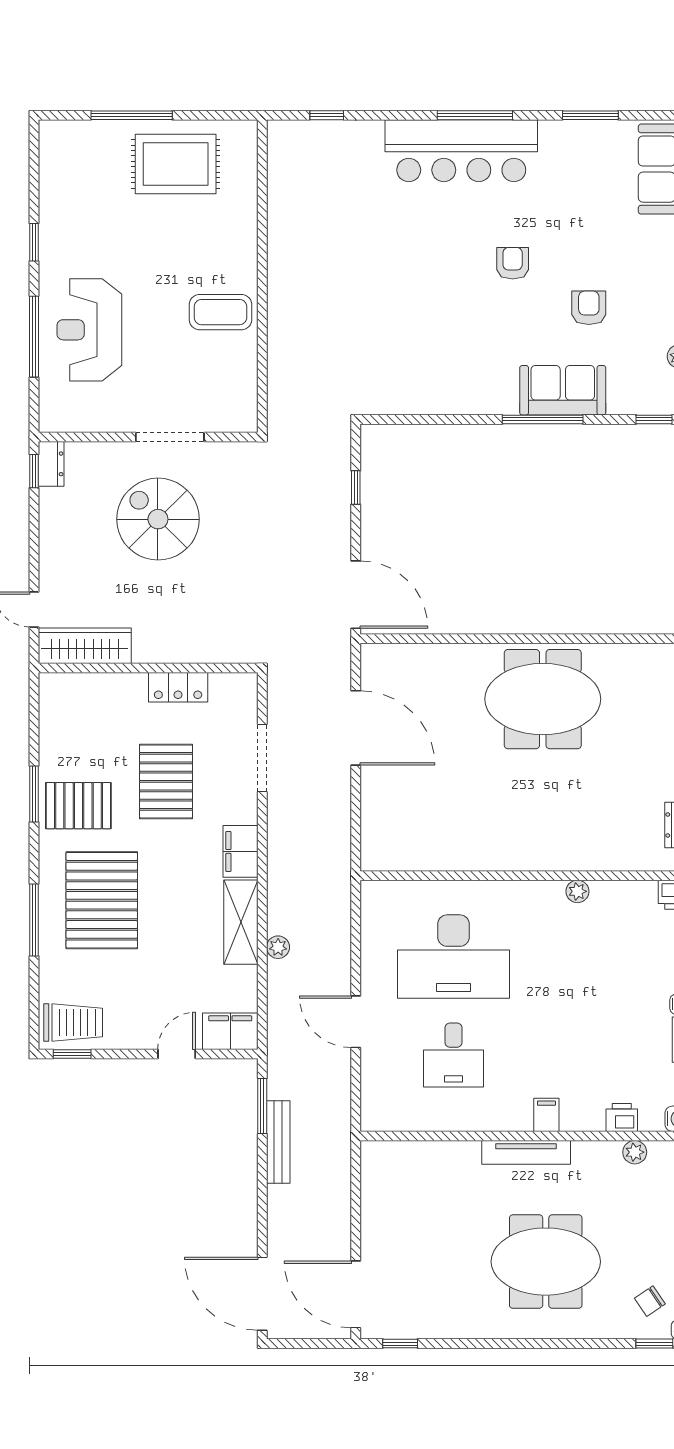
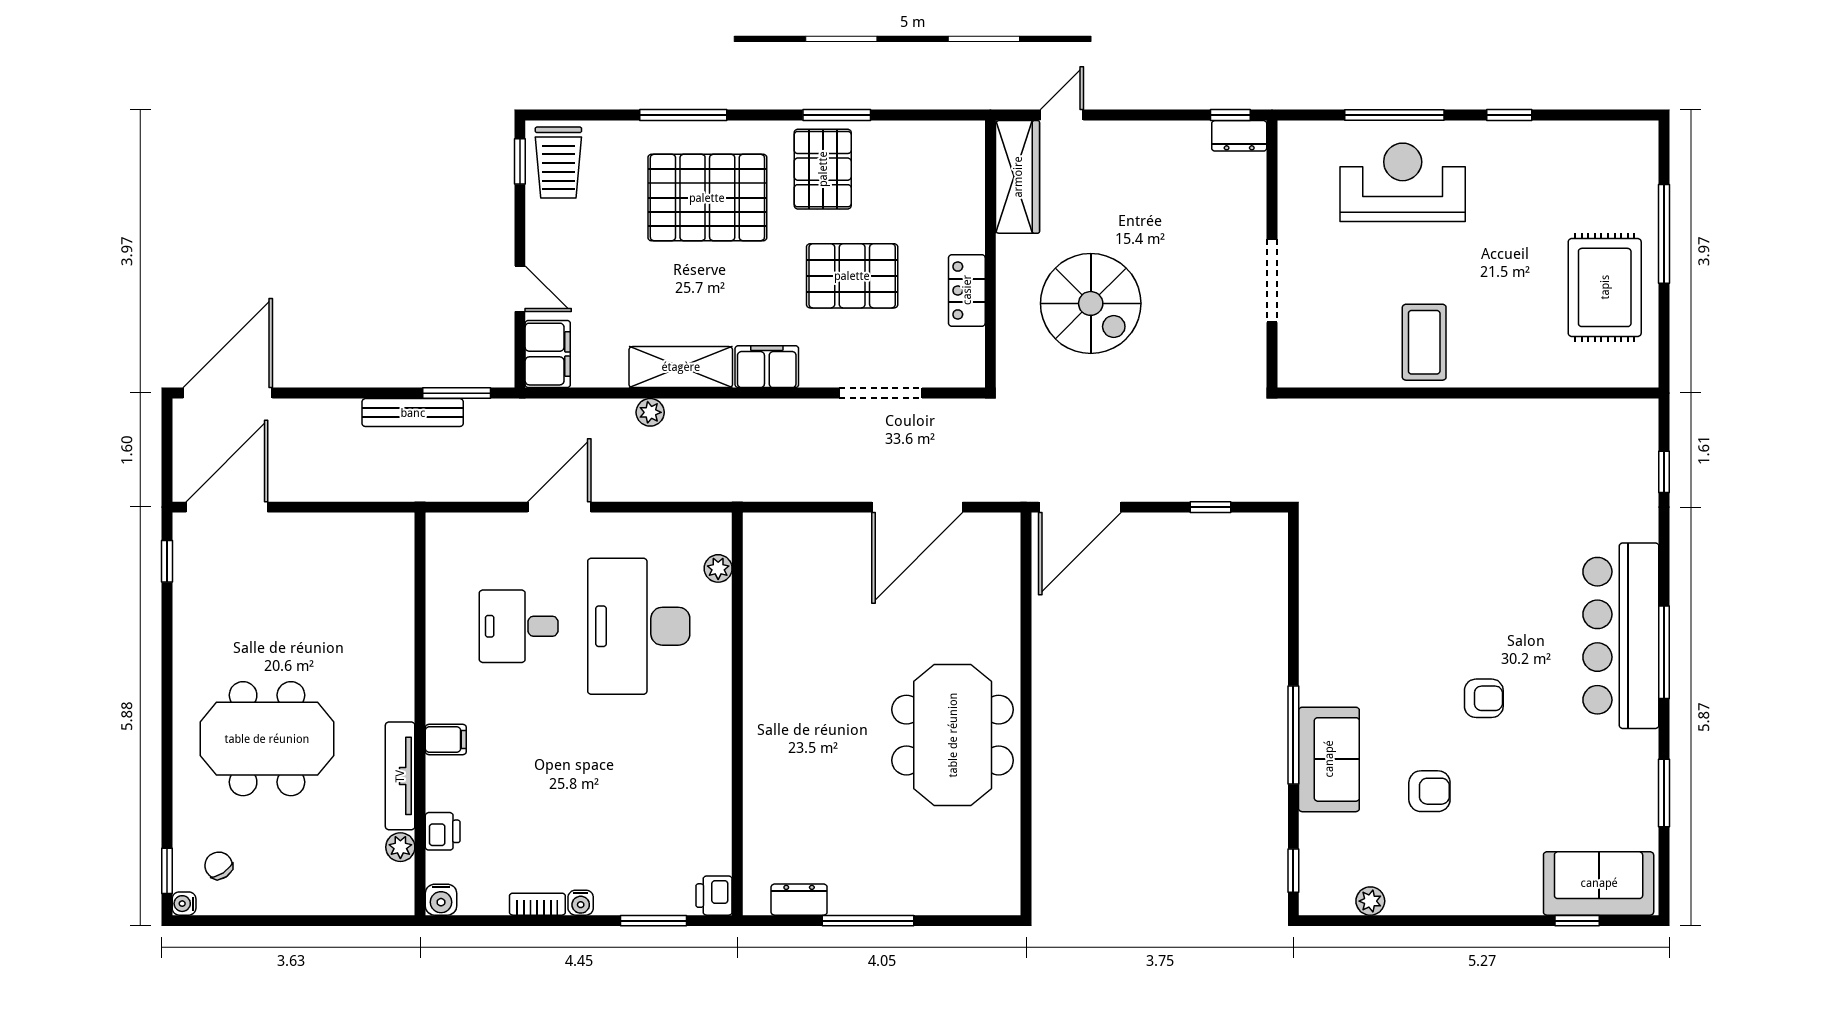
spiral stairs: (158, 519) -> (1091, 303), moved, turned 90
plant: (577, 891) -> (718, 568), moved
tv unit: (526, 1152) -> (400, 776), moved
meeting table: (546, 1262) -> (267, 739), turned 90

